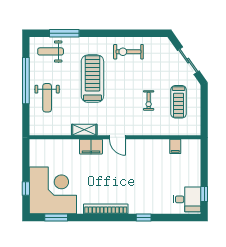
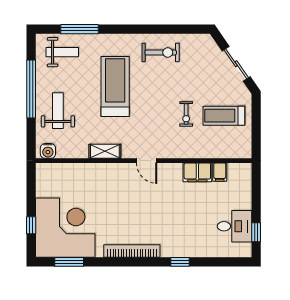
weight bench: (51, 51) -> (62, 52), turned 180
exercise bike: (128, 52) -> (161, 53), turned 180
weight bench: (47, 98) -> (58, 111), turned 180
treadmill: (179, 102) -> (224, 116), turned 90
water cooler: (39, 130) -> (48, 151), added
filing cabinet: (91, 147) -> (197, 172), moved
desk: (187, 199) -> (235, 226), moved

